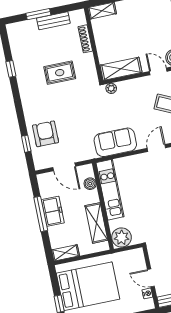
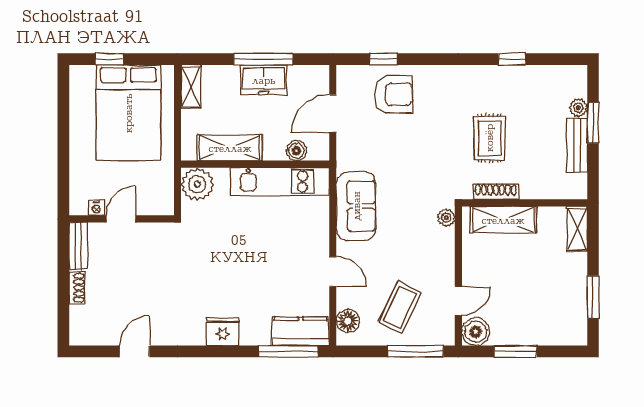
plant: (31, 24) -> (578, 108), added
shoe rack: (85, 39) -> (496, 192), moved
shelving: (121, 69) -> (503, 220), moved, turned 90

